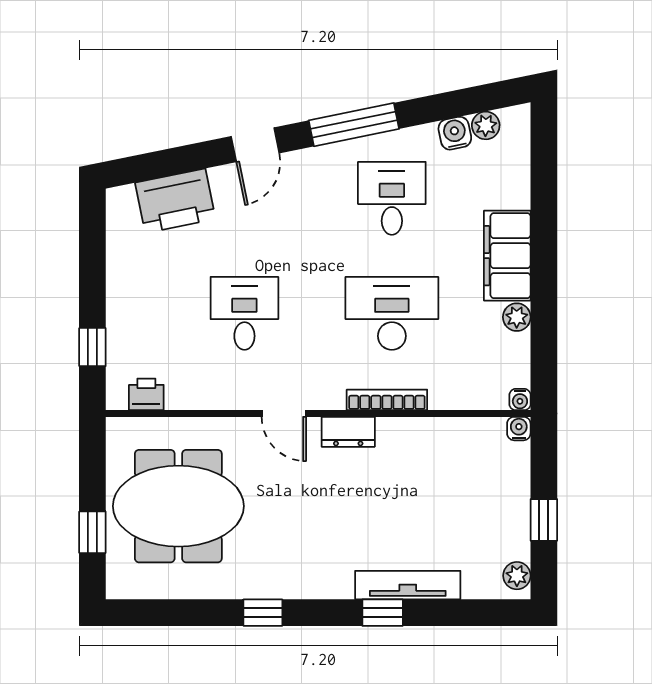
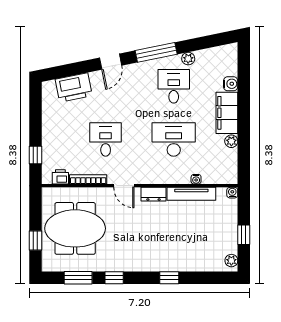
plant: (486, 125) -> (188, 59), moved
water cooler: (455, 133) -> (231, 84), moved, turned 101
bookcase: (387, 400) -> (88, 179), moved
water cooler: (520, 400) -> (196, 179), moved
tv unit: (408, 585) -> (191, 194), moved, turned 180
window: (185, 613) -> (78, 278), added

